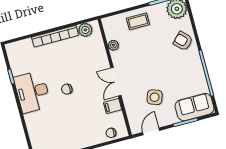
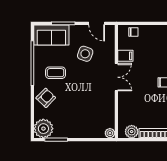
coffee table: (138, 21) -> (56, 73), moved
armchair: (183, 41) -> (46, 98), turned -91
plant: (113, 45) -> (110, 133), moved
door: (151, 131) -> (97, 23), hinge flipped

